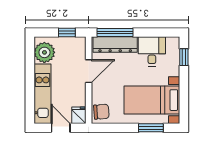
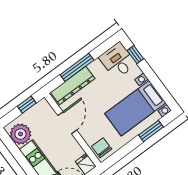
window: (115, 33) -> (77, 67), moved
desk: (152, 51) -> (118, 61), moved
chair: (101, 112) -> (102, 148), turned -86

